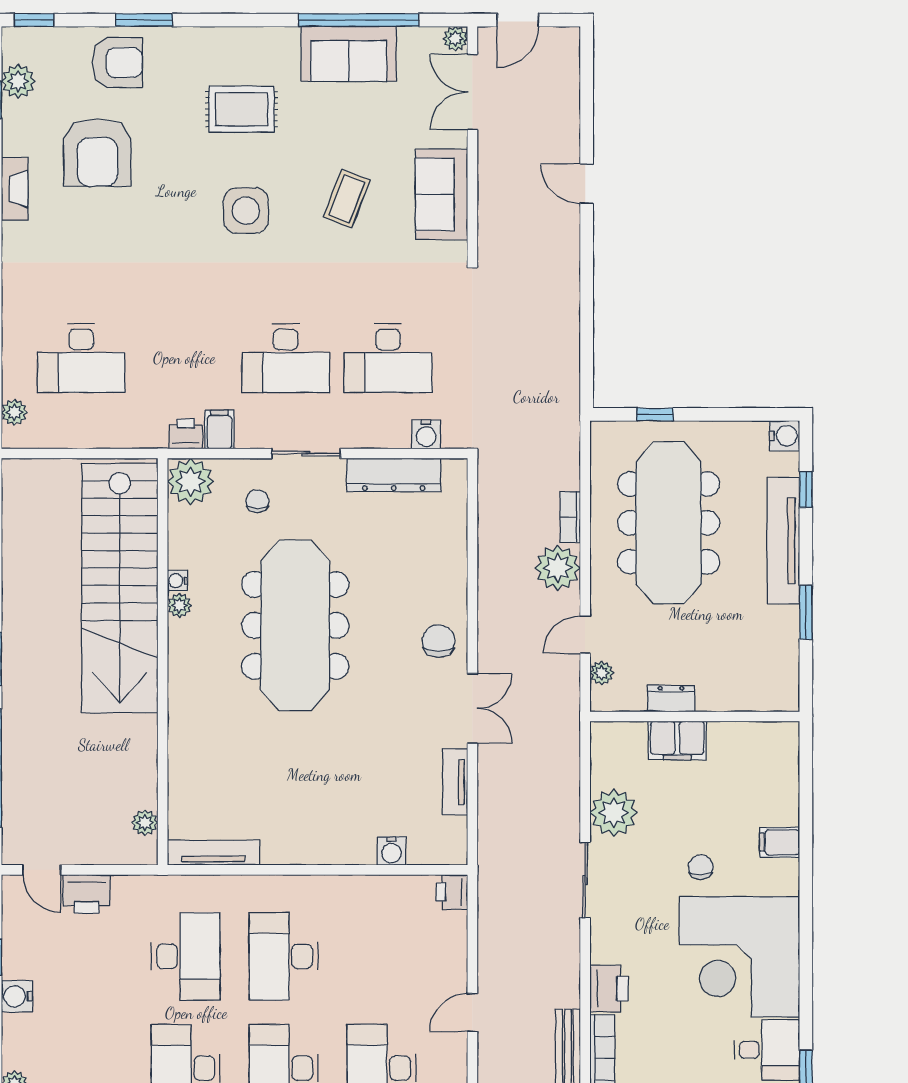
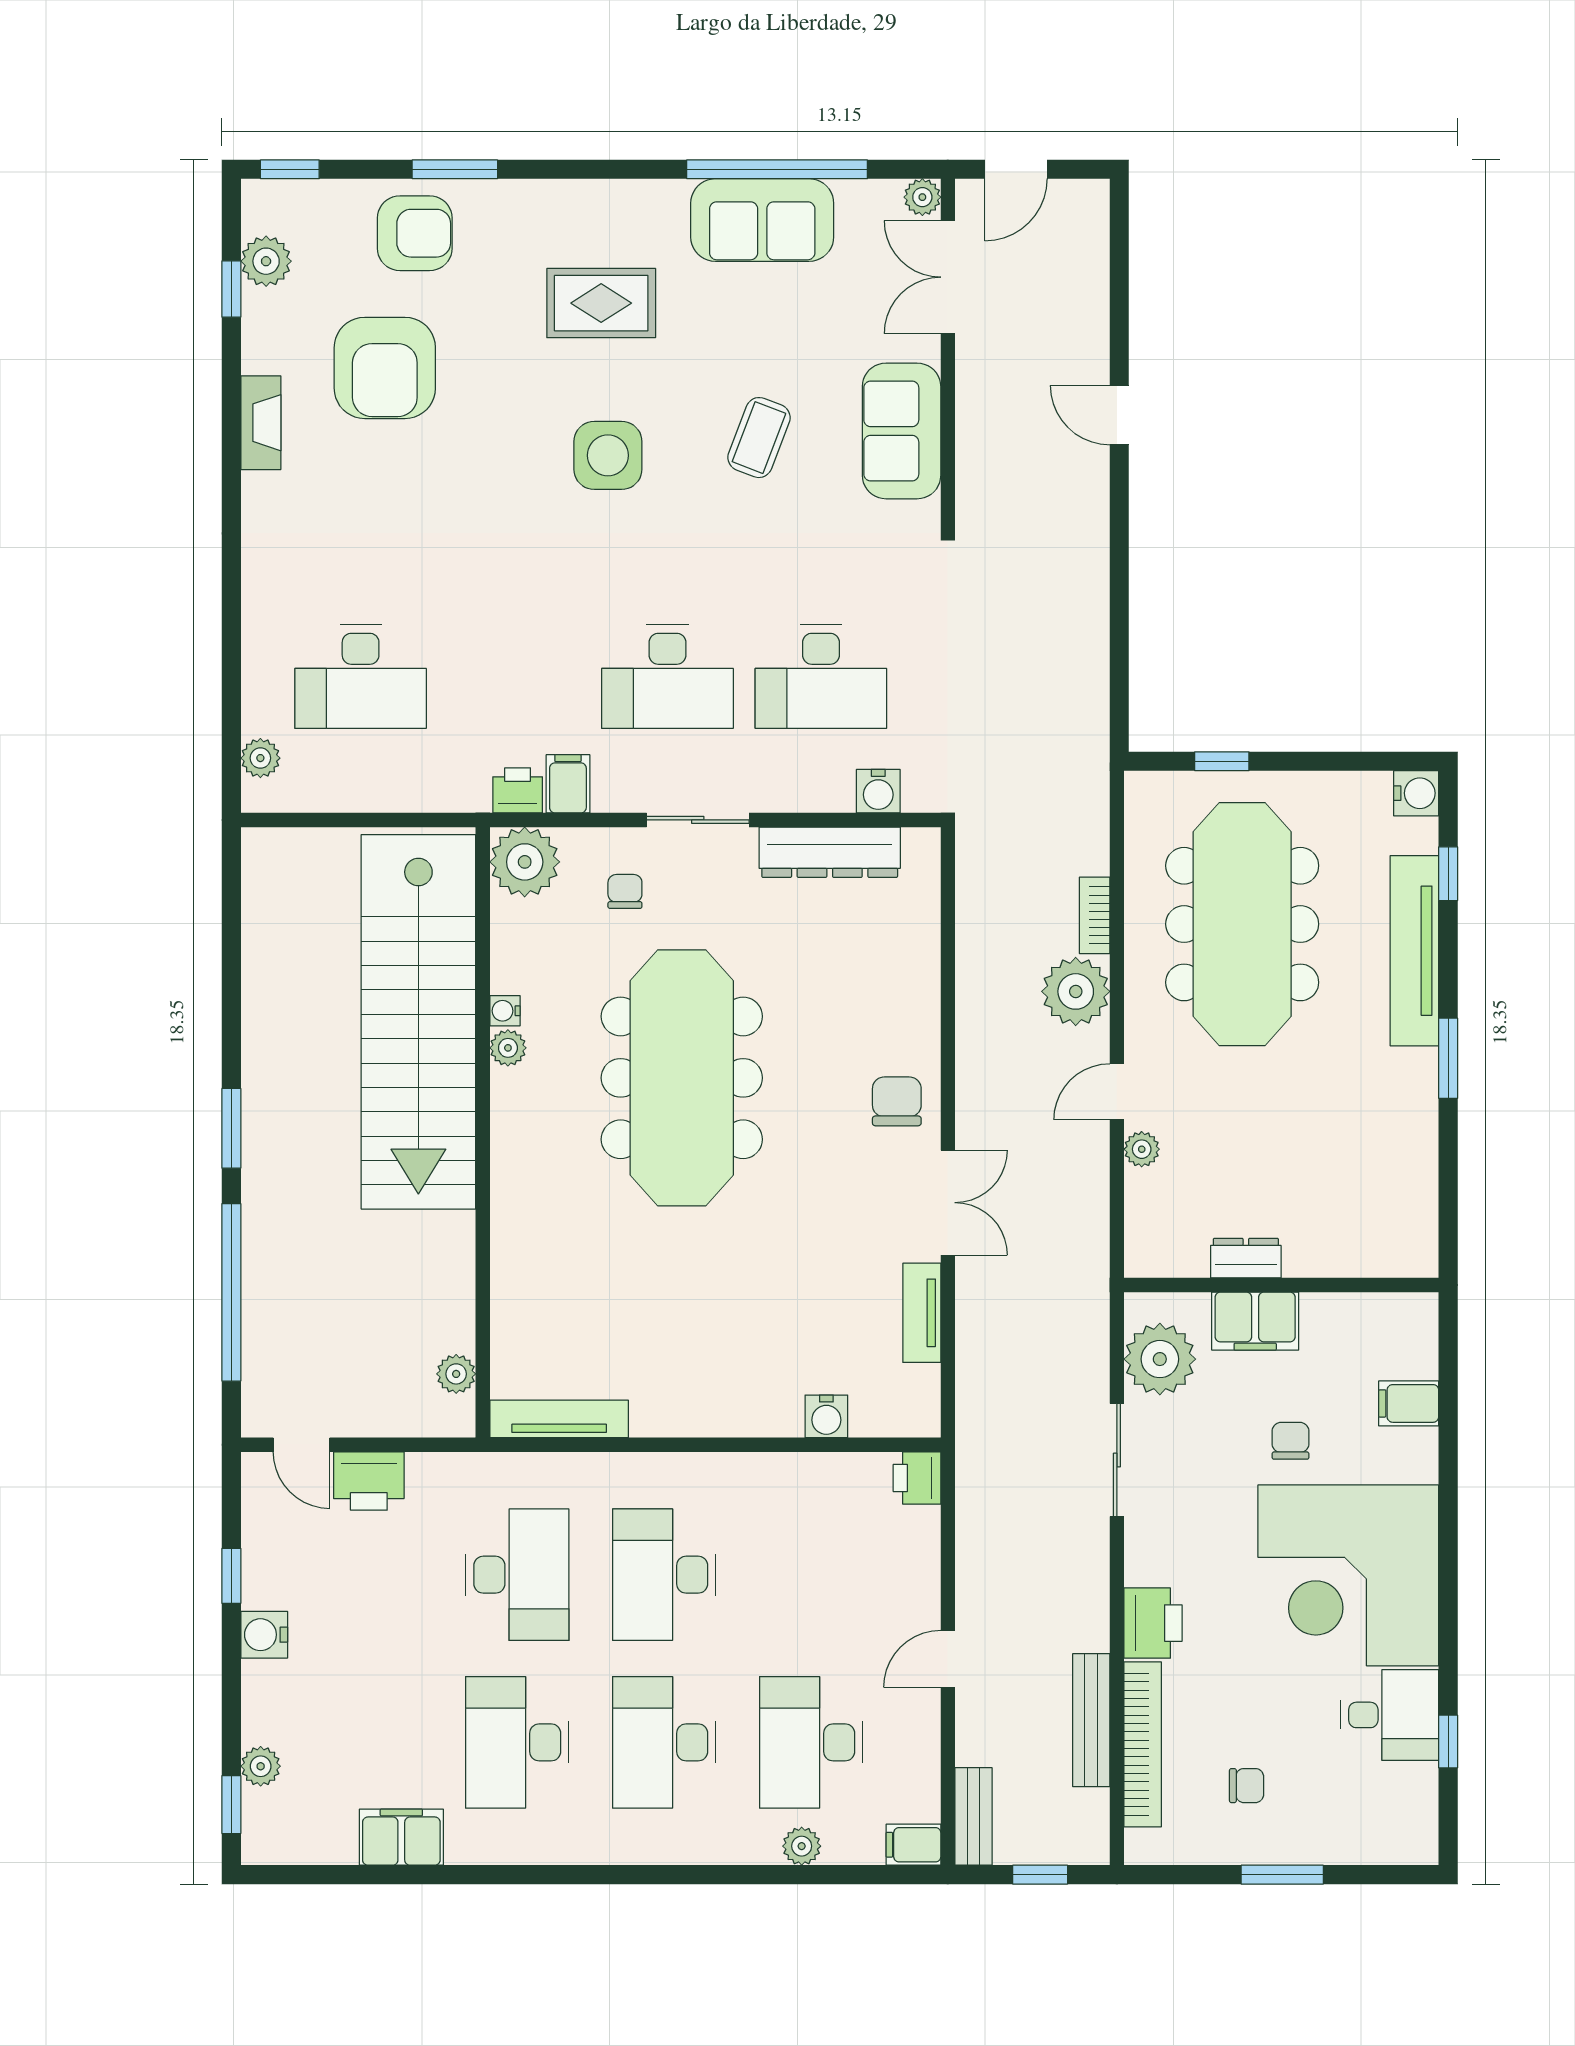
dresser: (671, 699) -> (1246, 1258), moved
wall: (695, 716) -> (1281, 1285), moved
filing cabinet: (677, 740) -> (1255, 1321), moved

